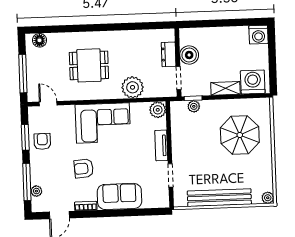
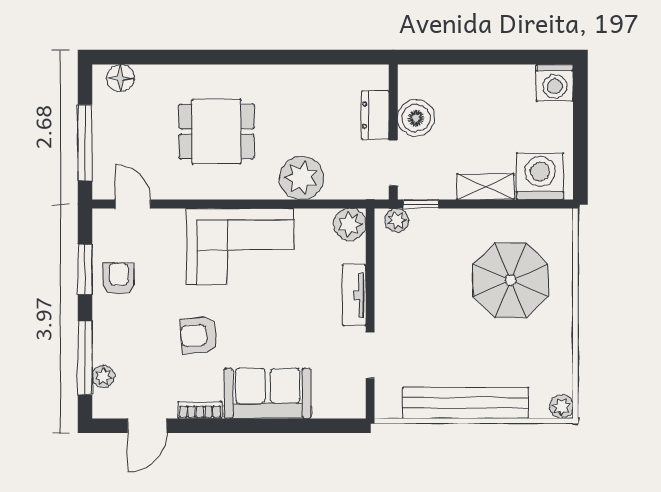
plant: (194, 106) -> (397, 220), moved

